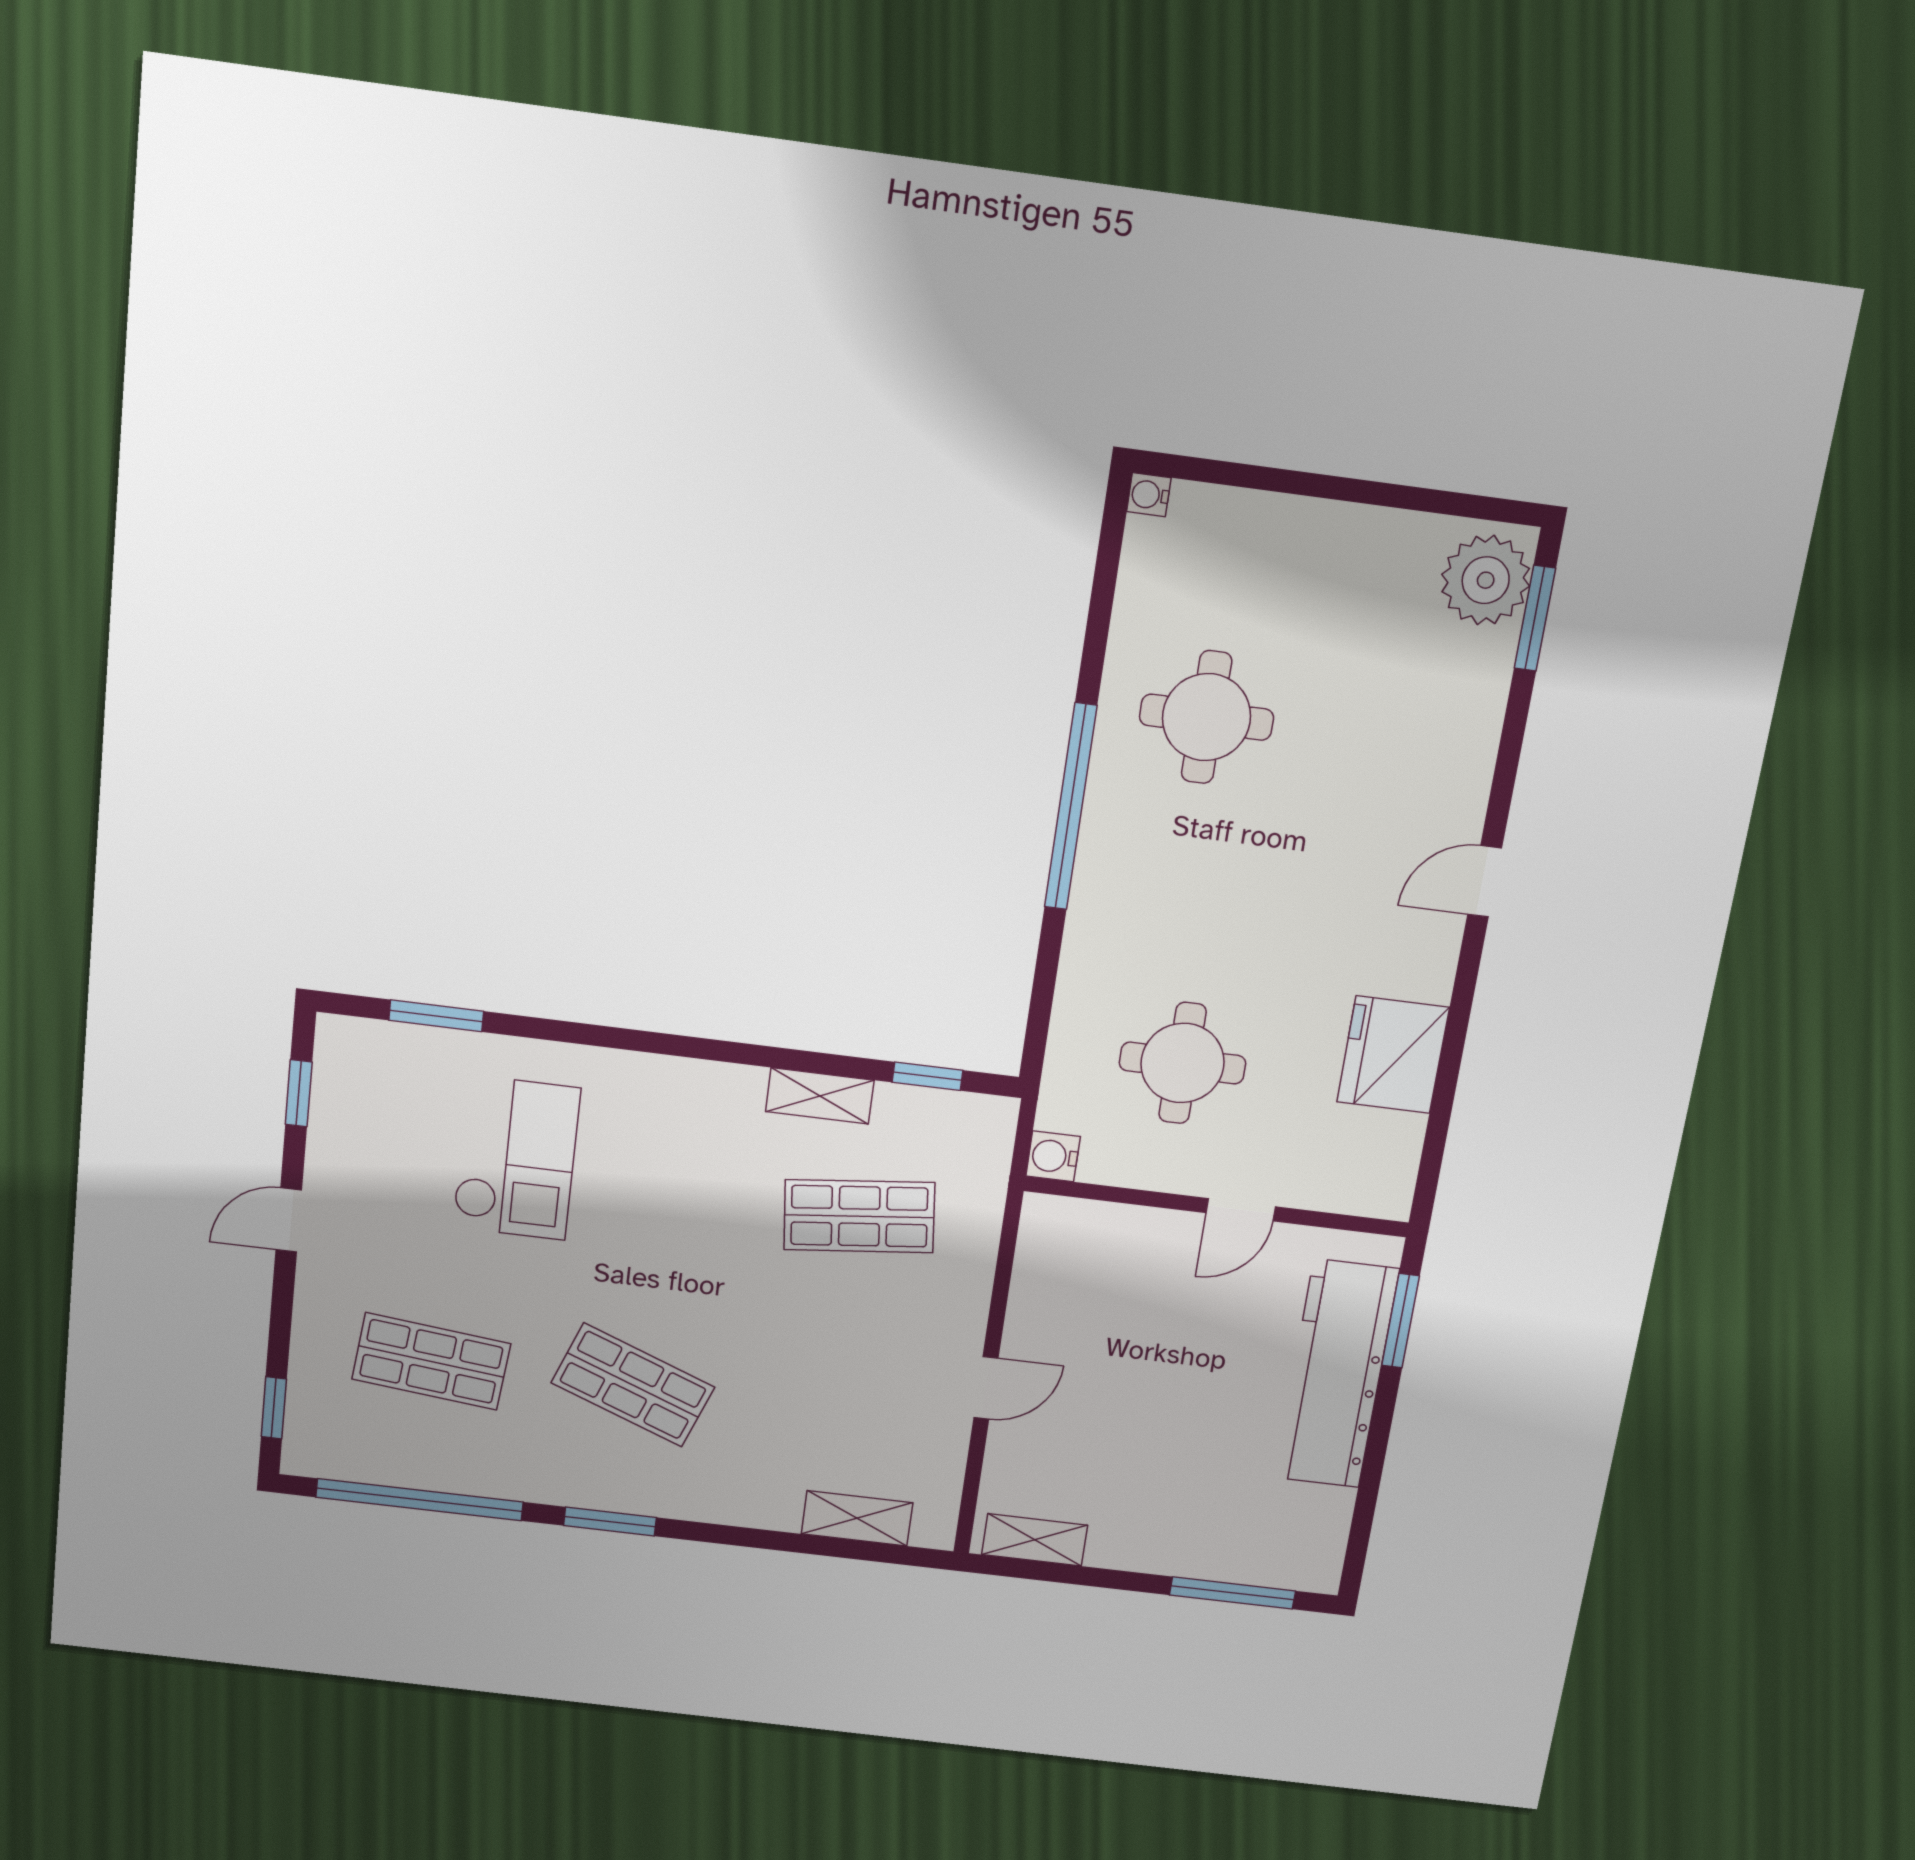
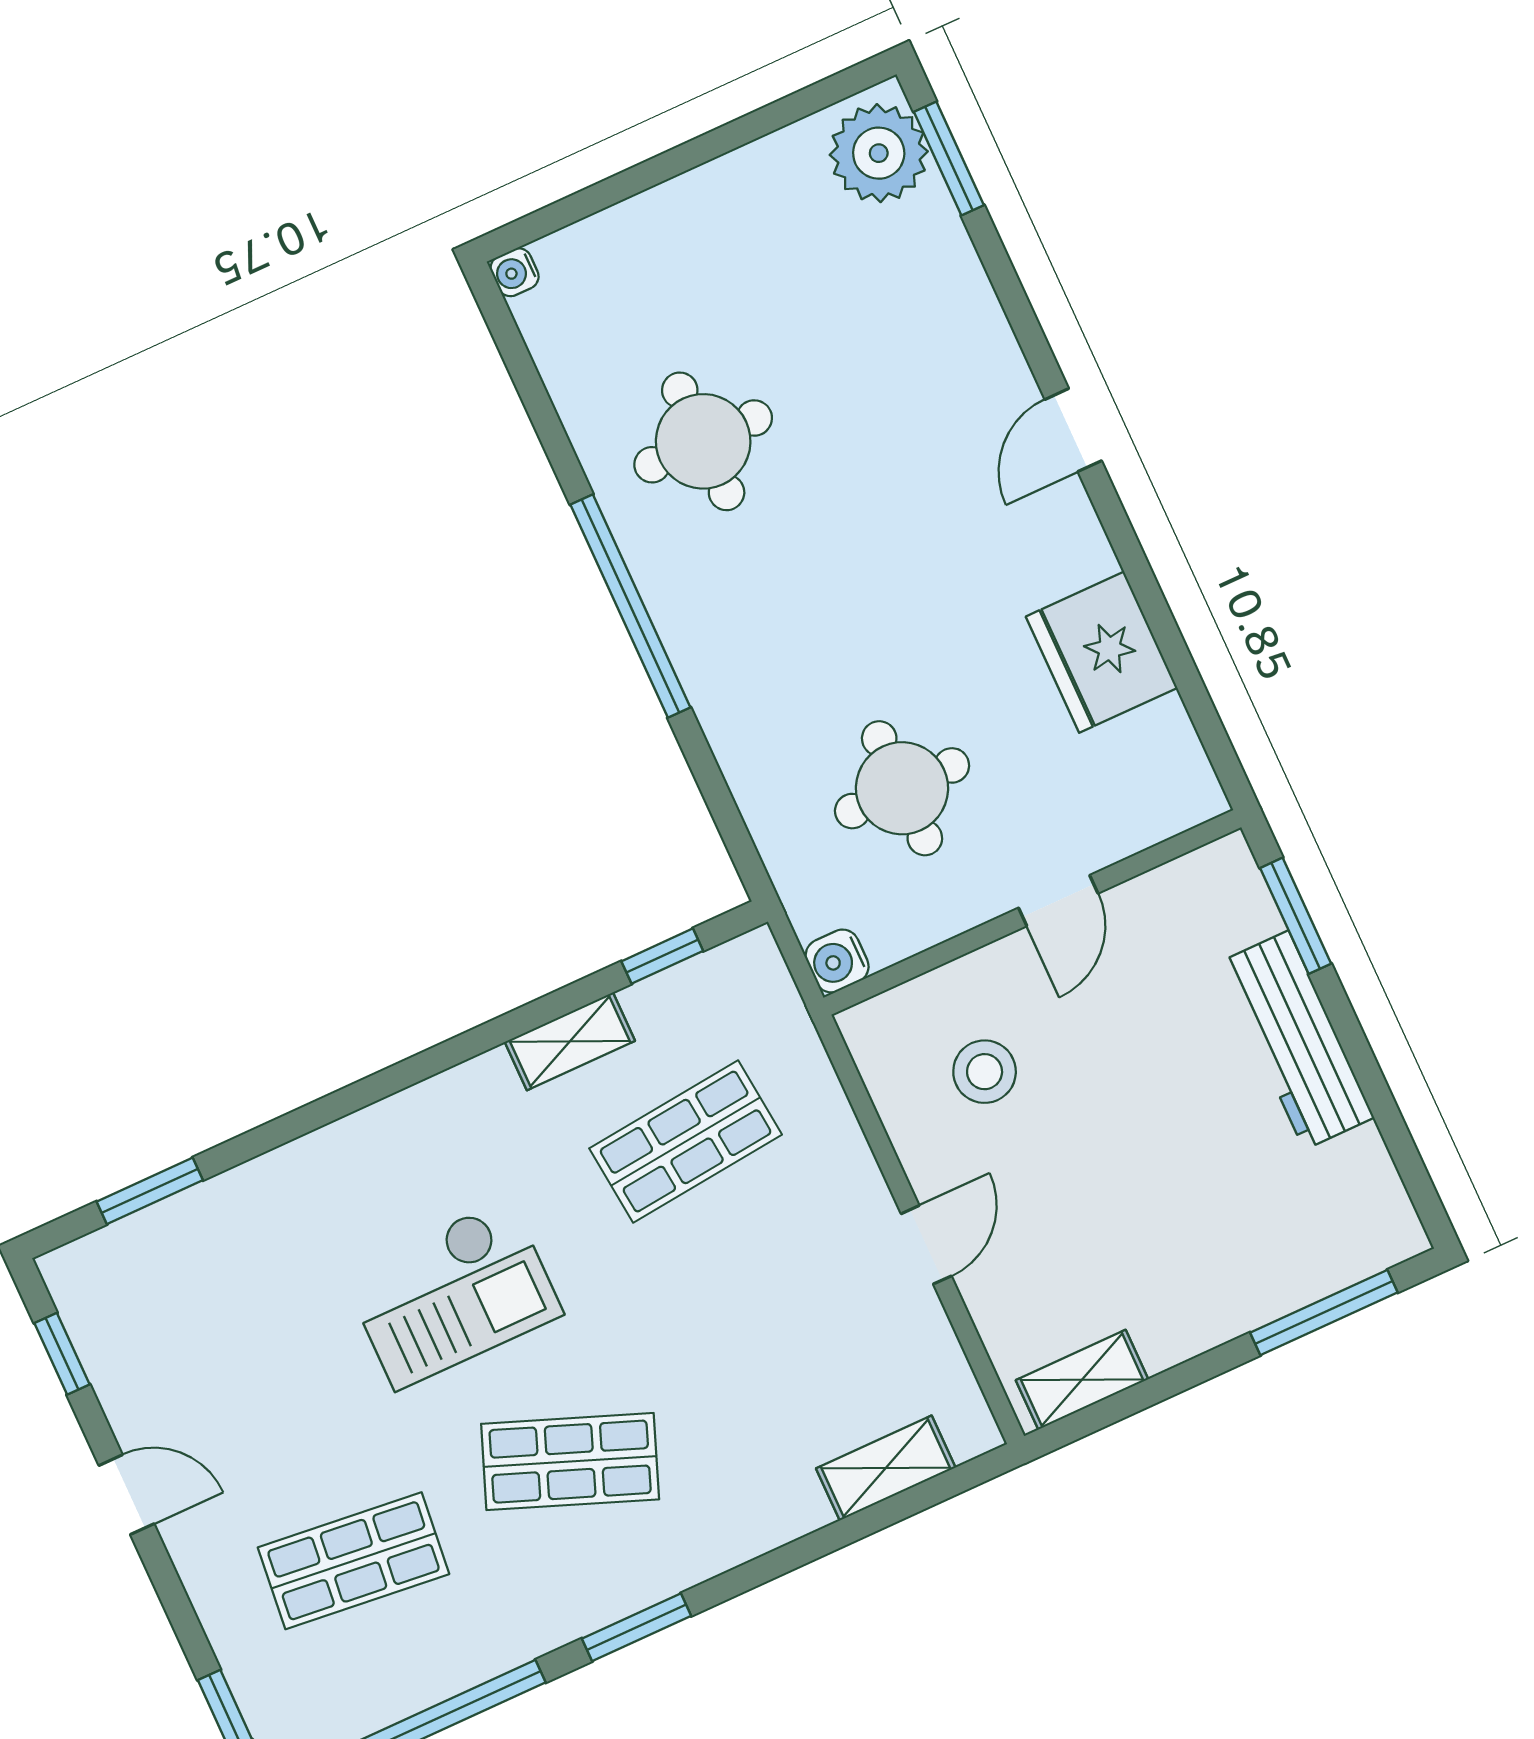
checkout: (516, 1158) -> (453, 1294), moved, turned 90
door: (289, 1220) -> (126, 1495), swing flipped
stool: (1107, 1296) -> (985, 1072), added
workbench: (1336, 1374) -> (1296, 1040), width x0.73, depth x0.76

